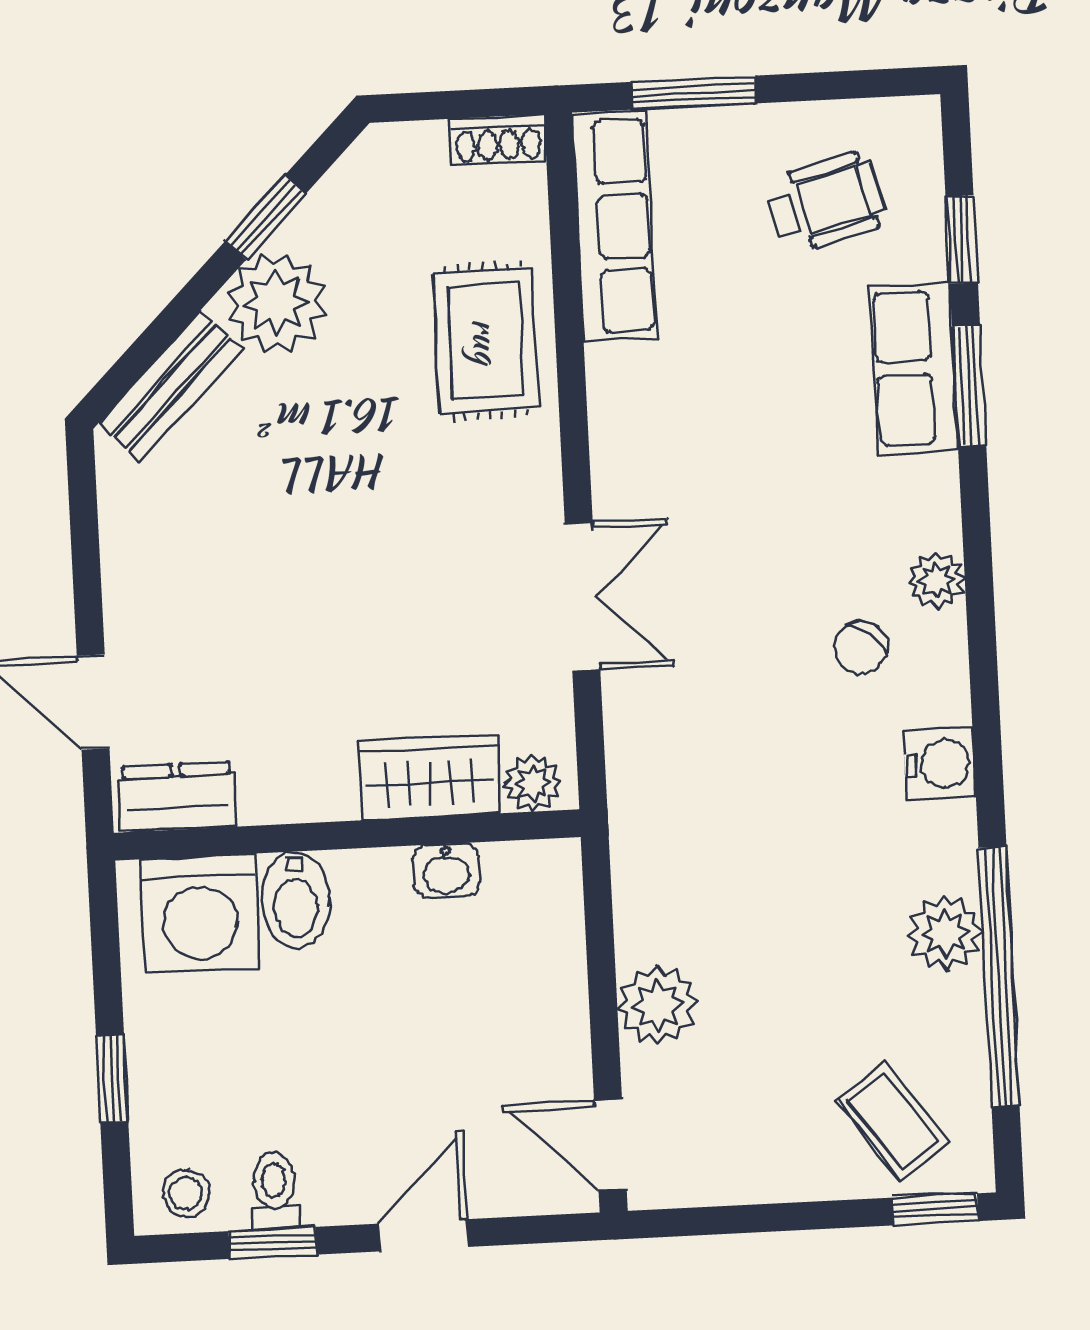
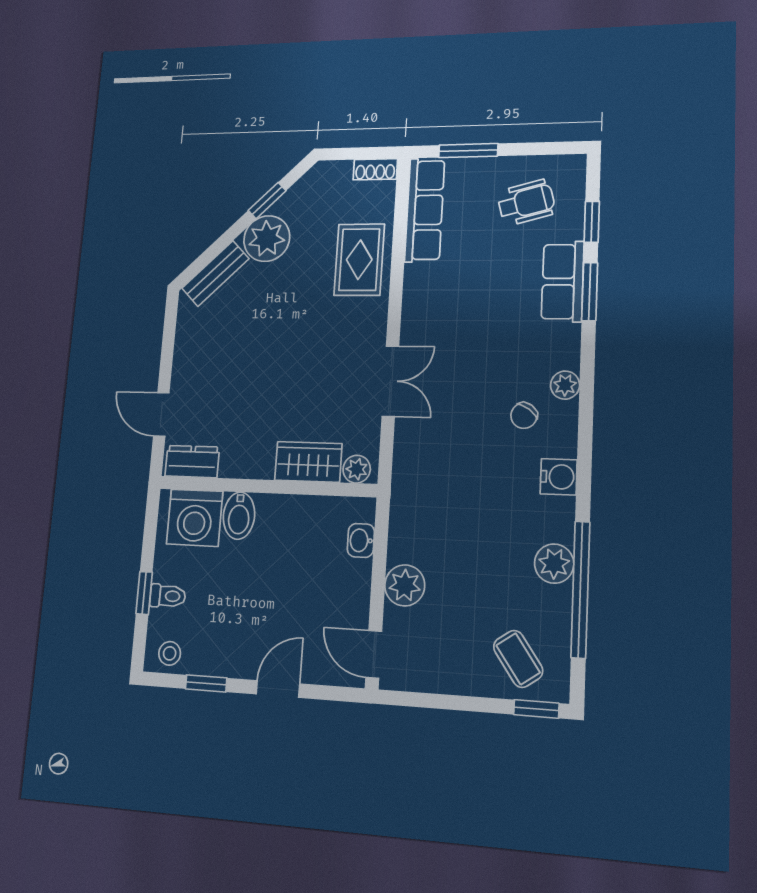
washbasin: (446, 871) -> (361, 540), moved, turned 90
toilet: (274, 1190) -> (168, 596), moved, turned 90

